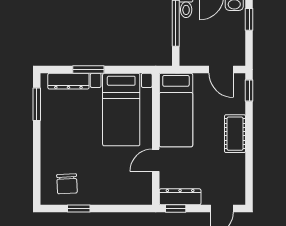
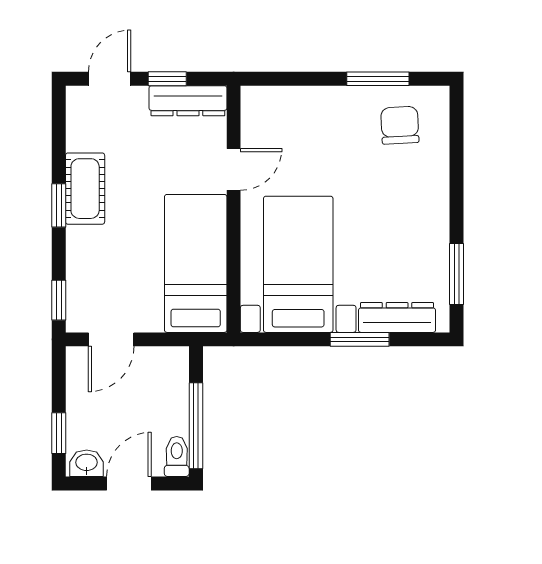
door: (221, 69) -> (111, 339), swing flipped
cot: (235, 134) -> (85, 189), moved
window: (249, 141) -> (59, 205), added
window: (79, 209) -> (378, 79), width x1.50
window: (176, 209) -> (167, 79), moved

